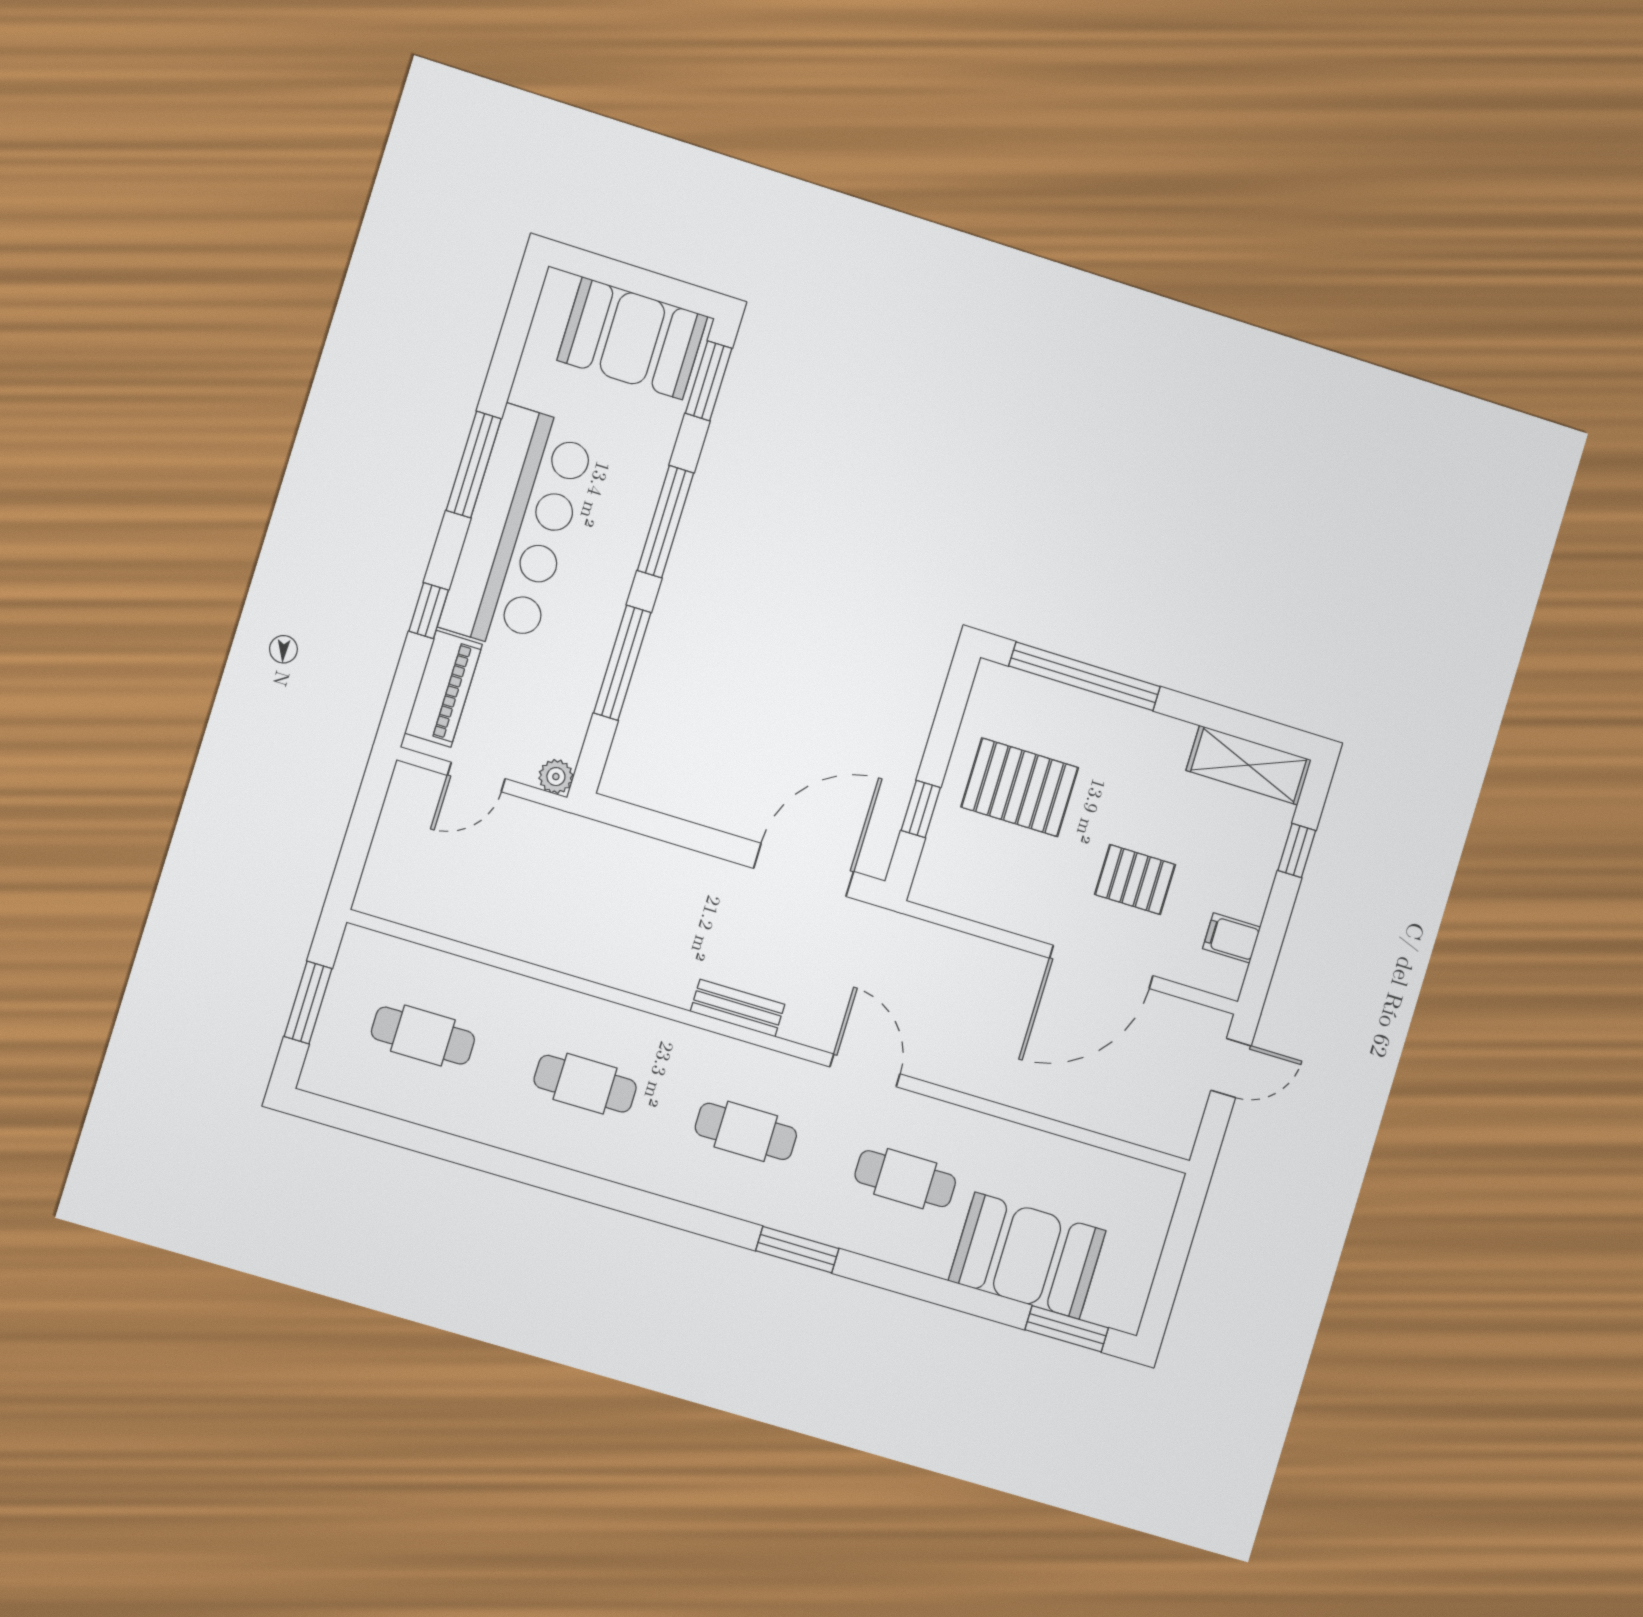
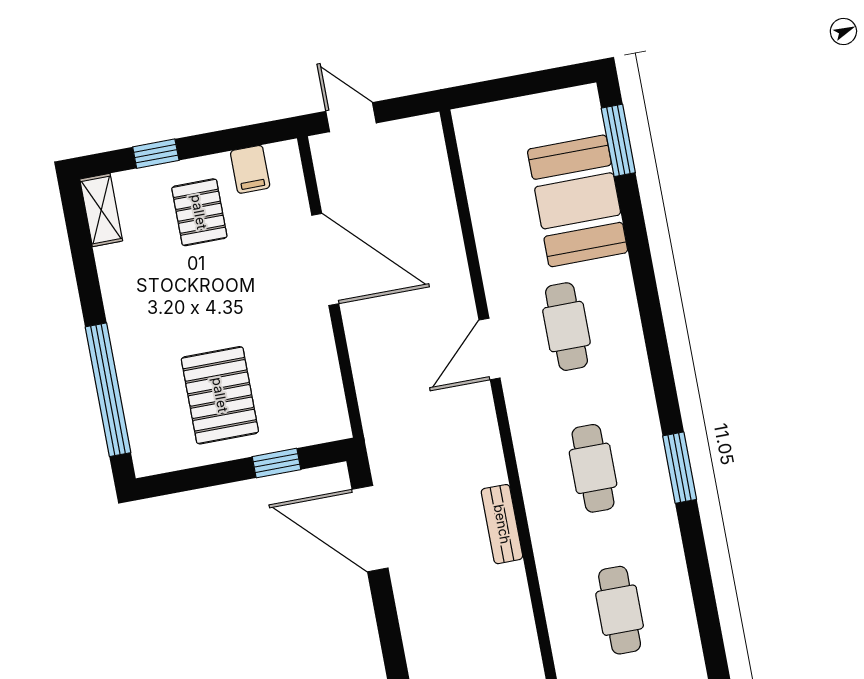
shelving: (1249, 765) -> (101, 210), width x0.67, depth x0.75
pallet: (1135, 880) -> (199, 212), moved
door: (865, 1070) -> (490, 349), moved
window: (797, 1250) -> (680, 468), moved

